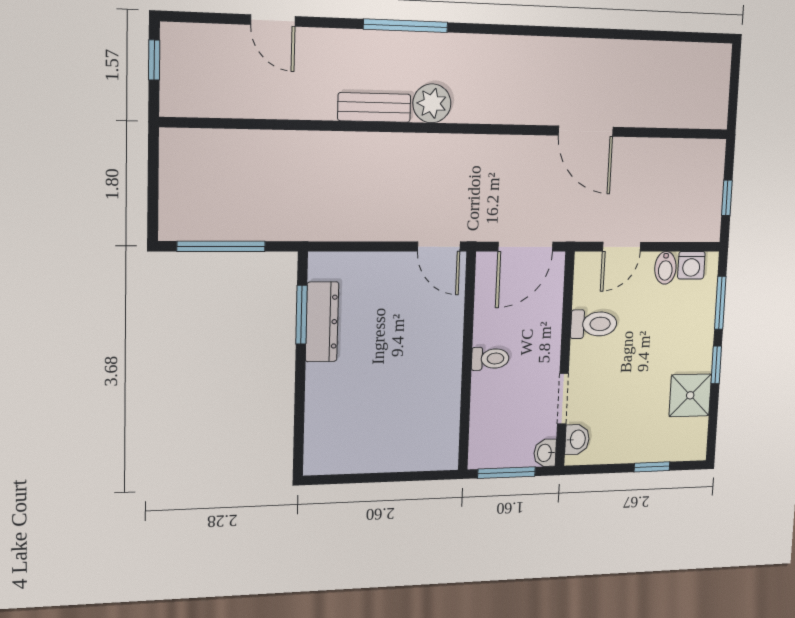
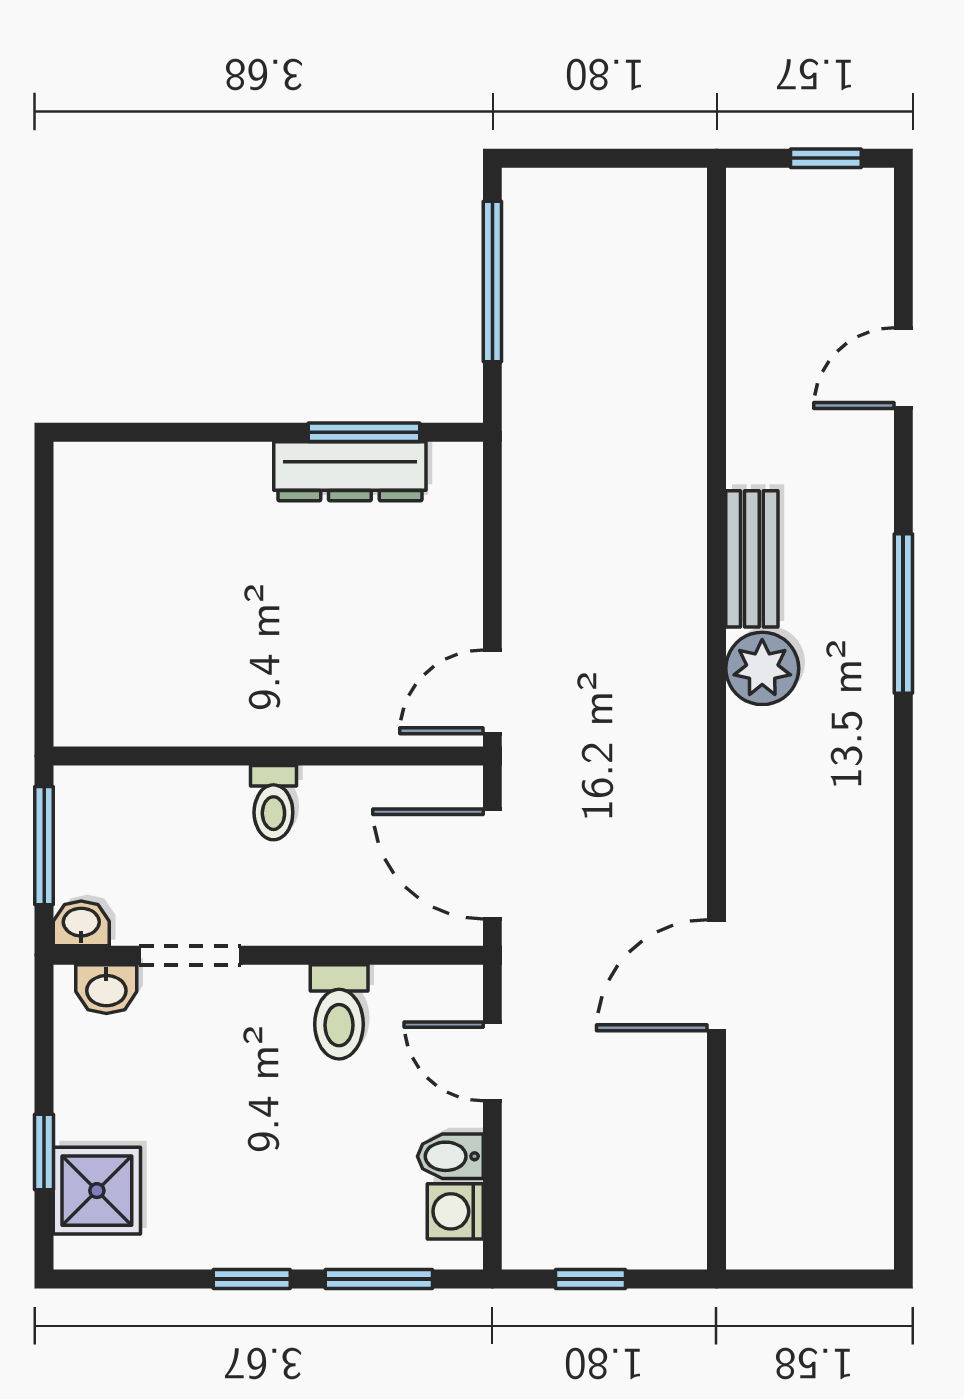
shower: (690, 395) -> (97, 1191), moved

